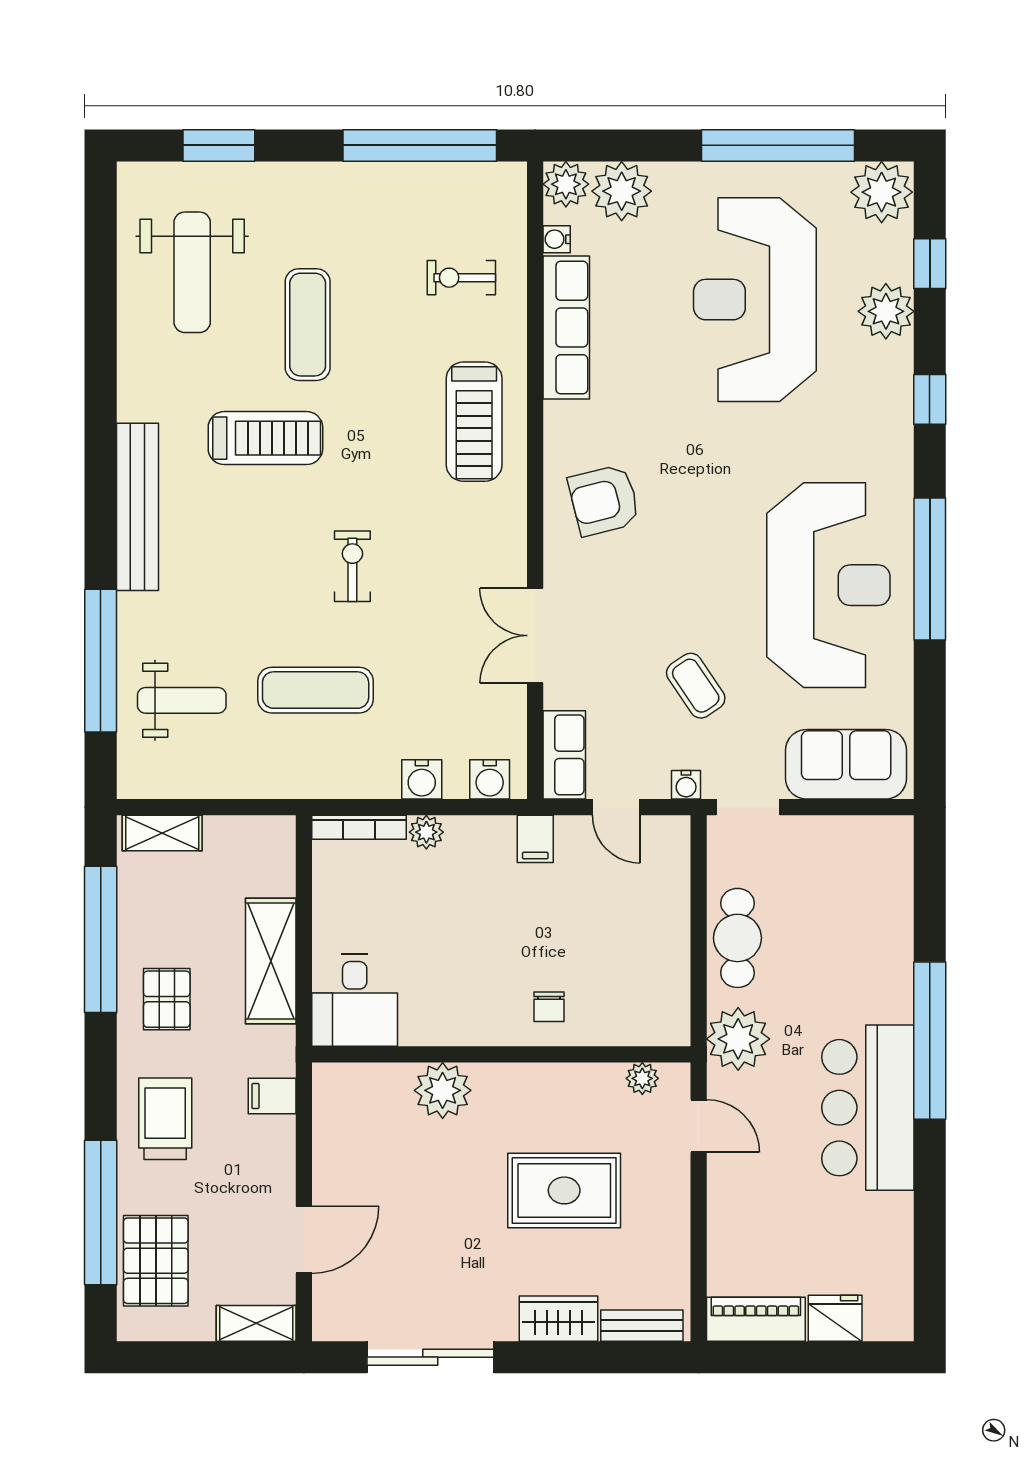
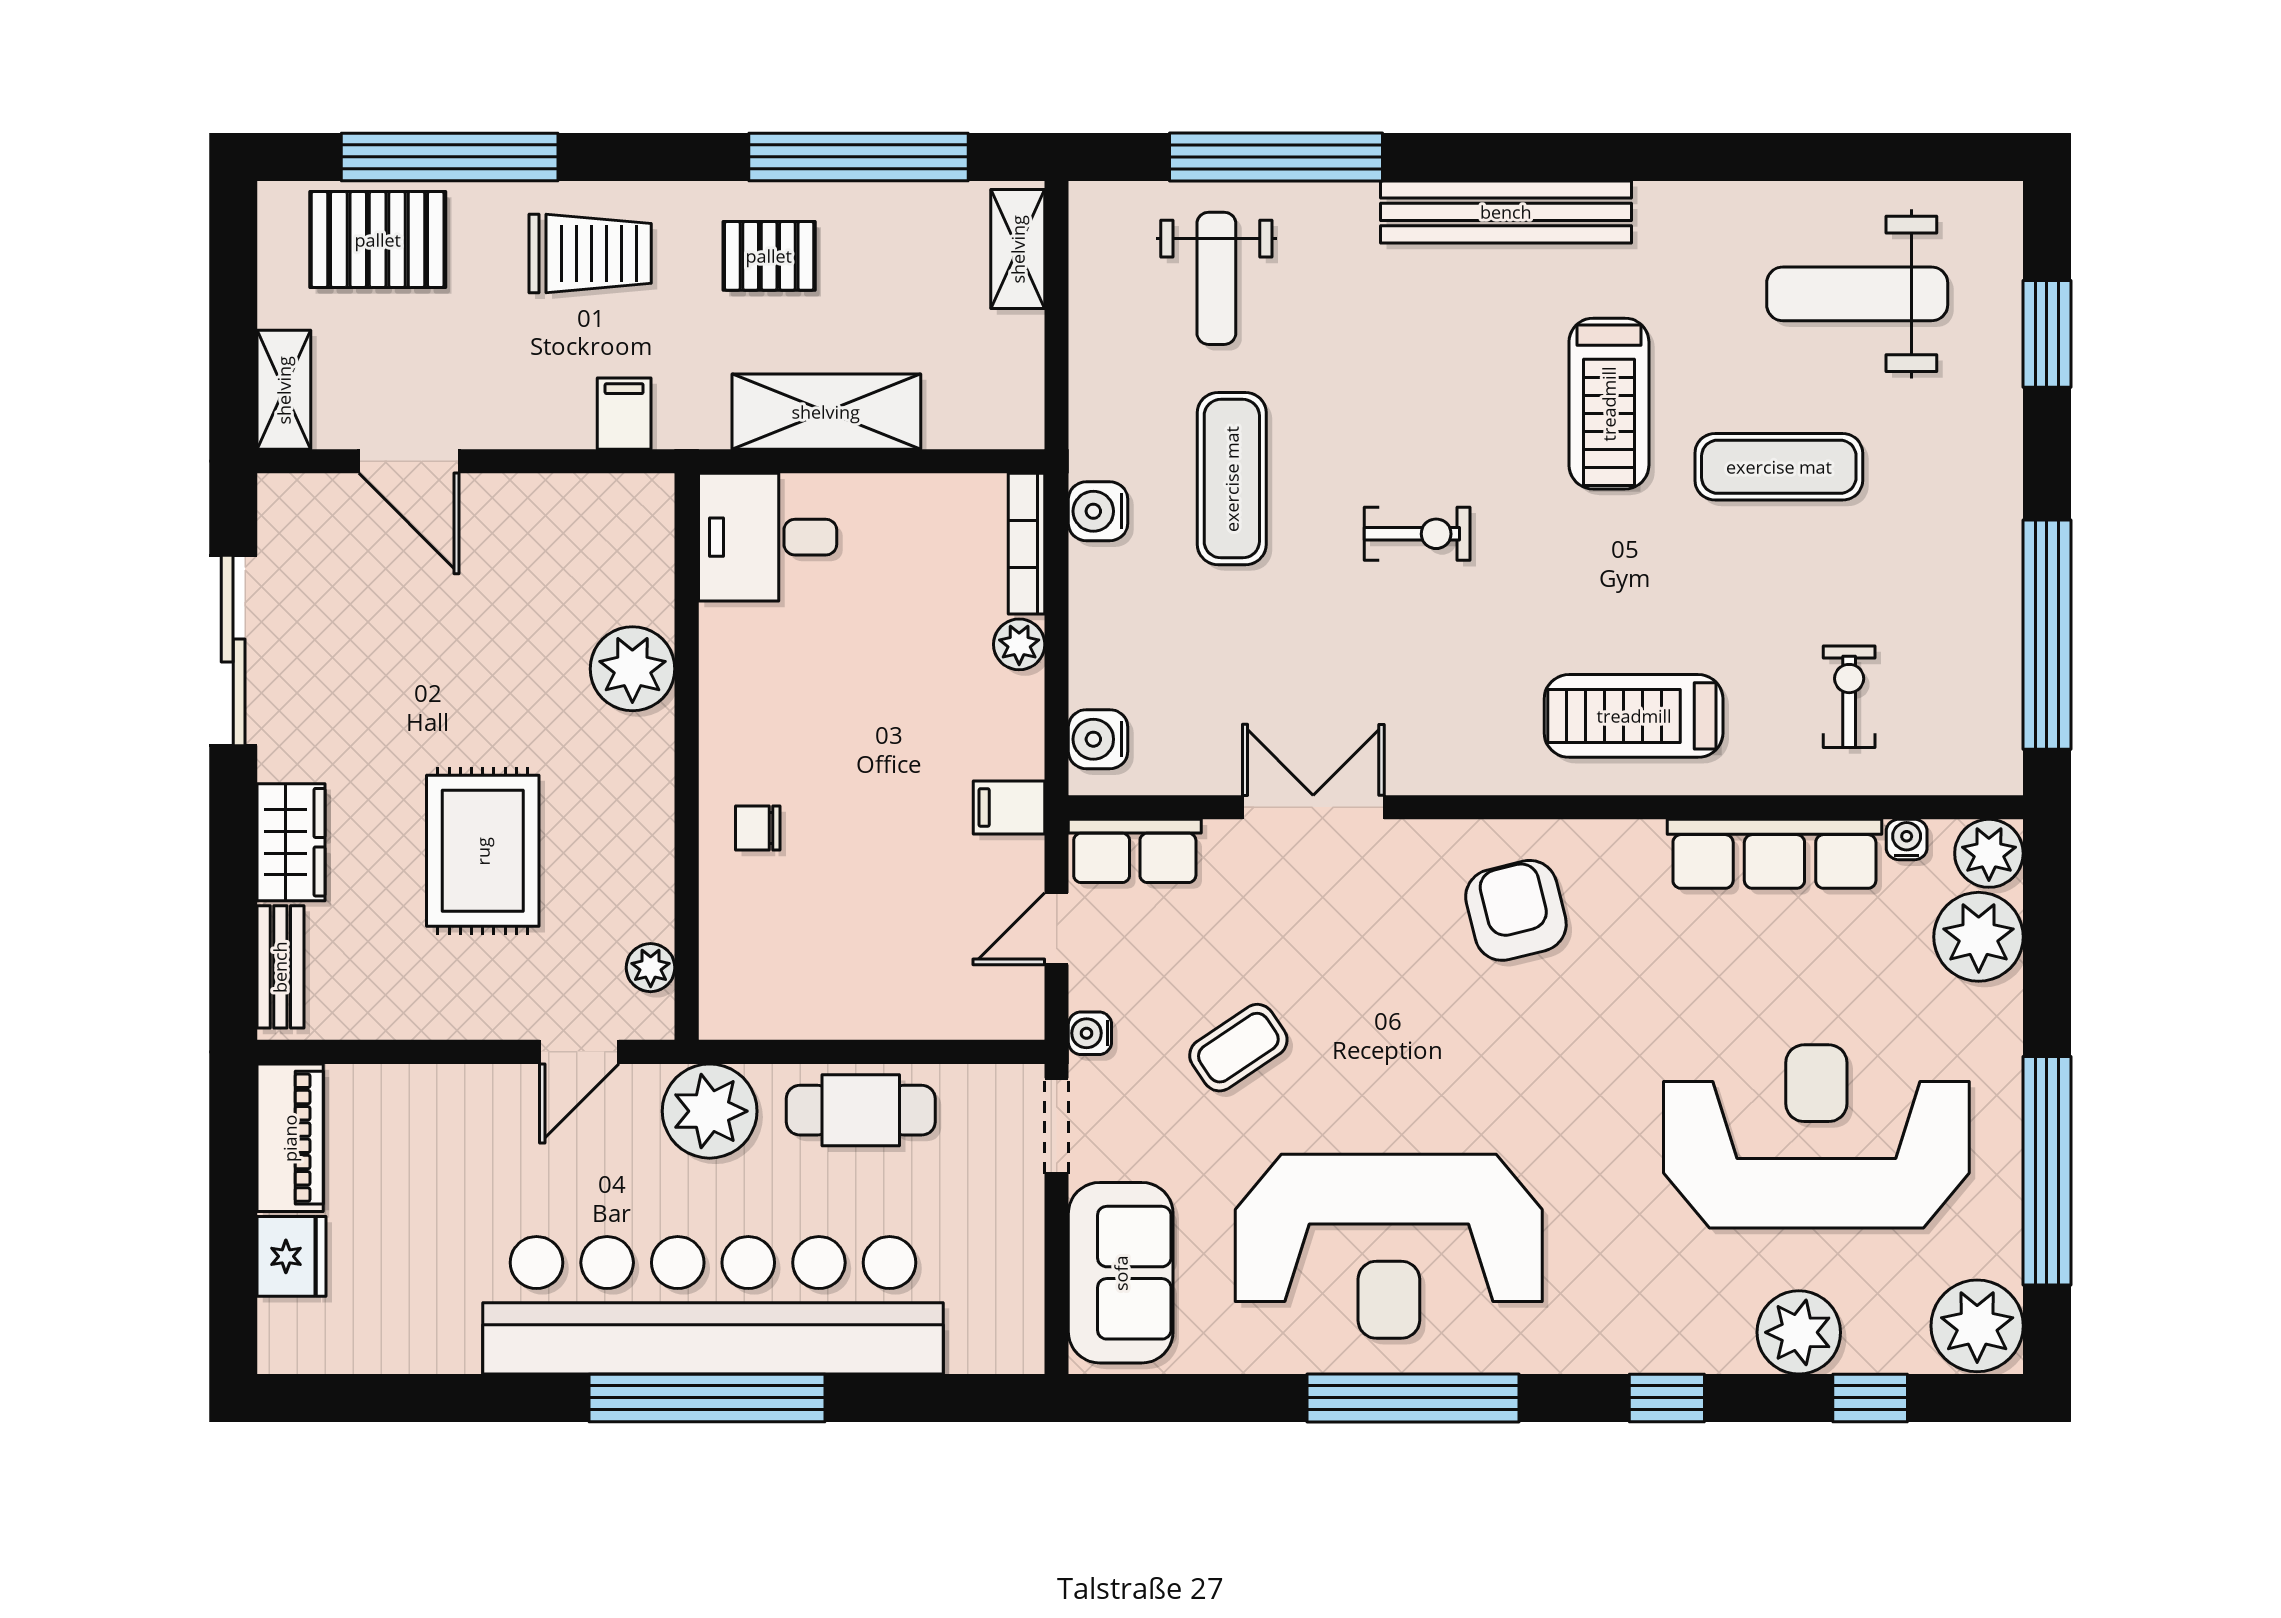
water cooler: (422, 779) -> (1098, 511), moved
bar counter: (868, 1108) -> (713, 1305), width x1.86

